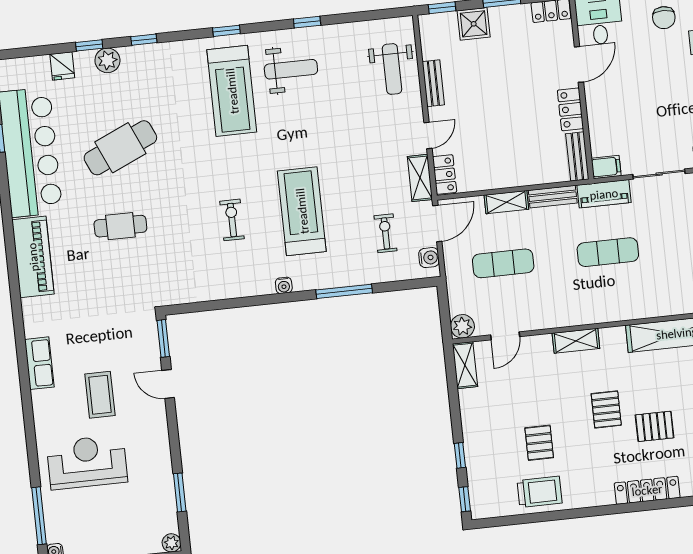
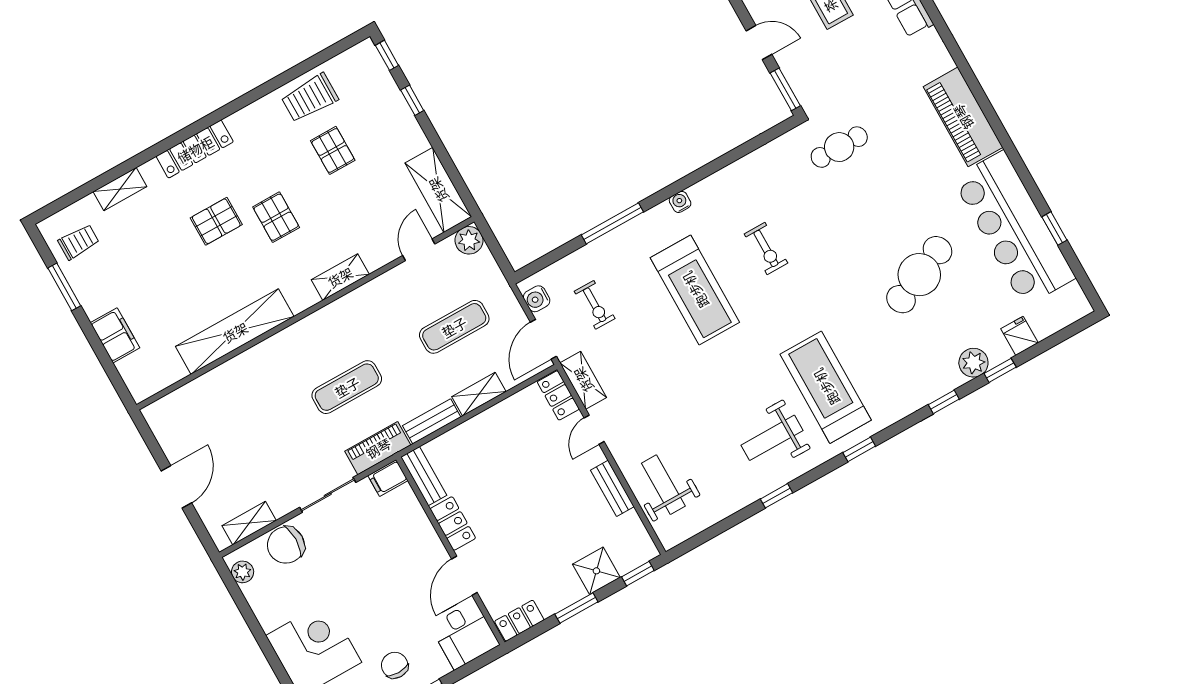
cafe table: (120, 226) -> (839, 147), moved
shelving: (465, 365) -> (438, 190), width x1.50, depth x1.33

